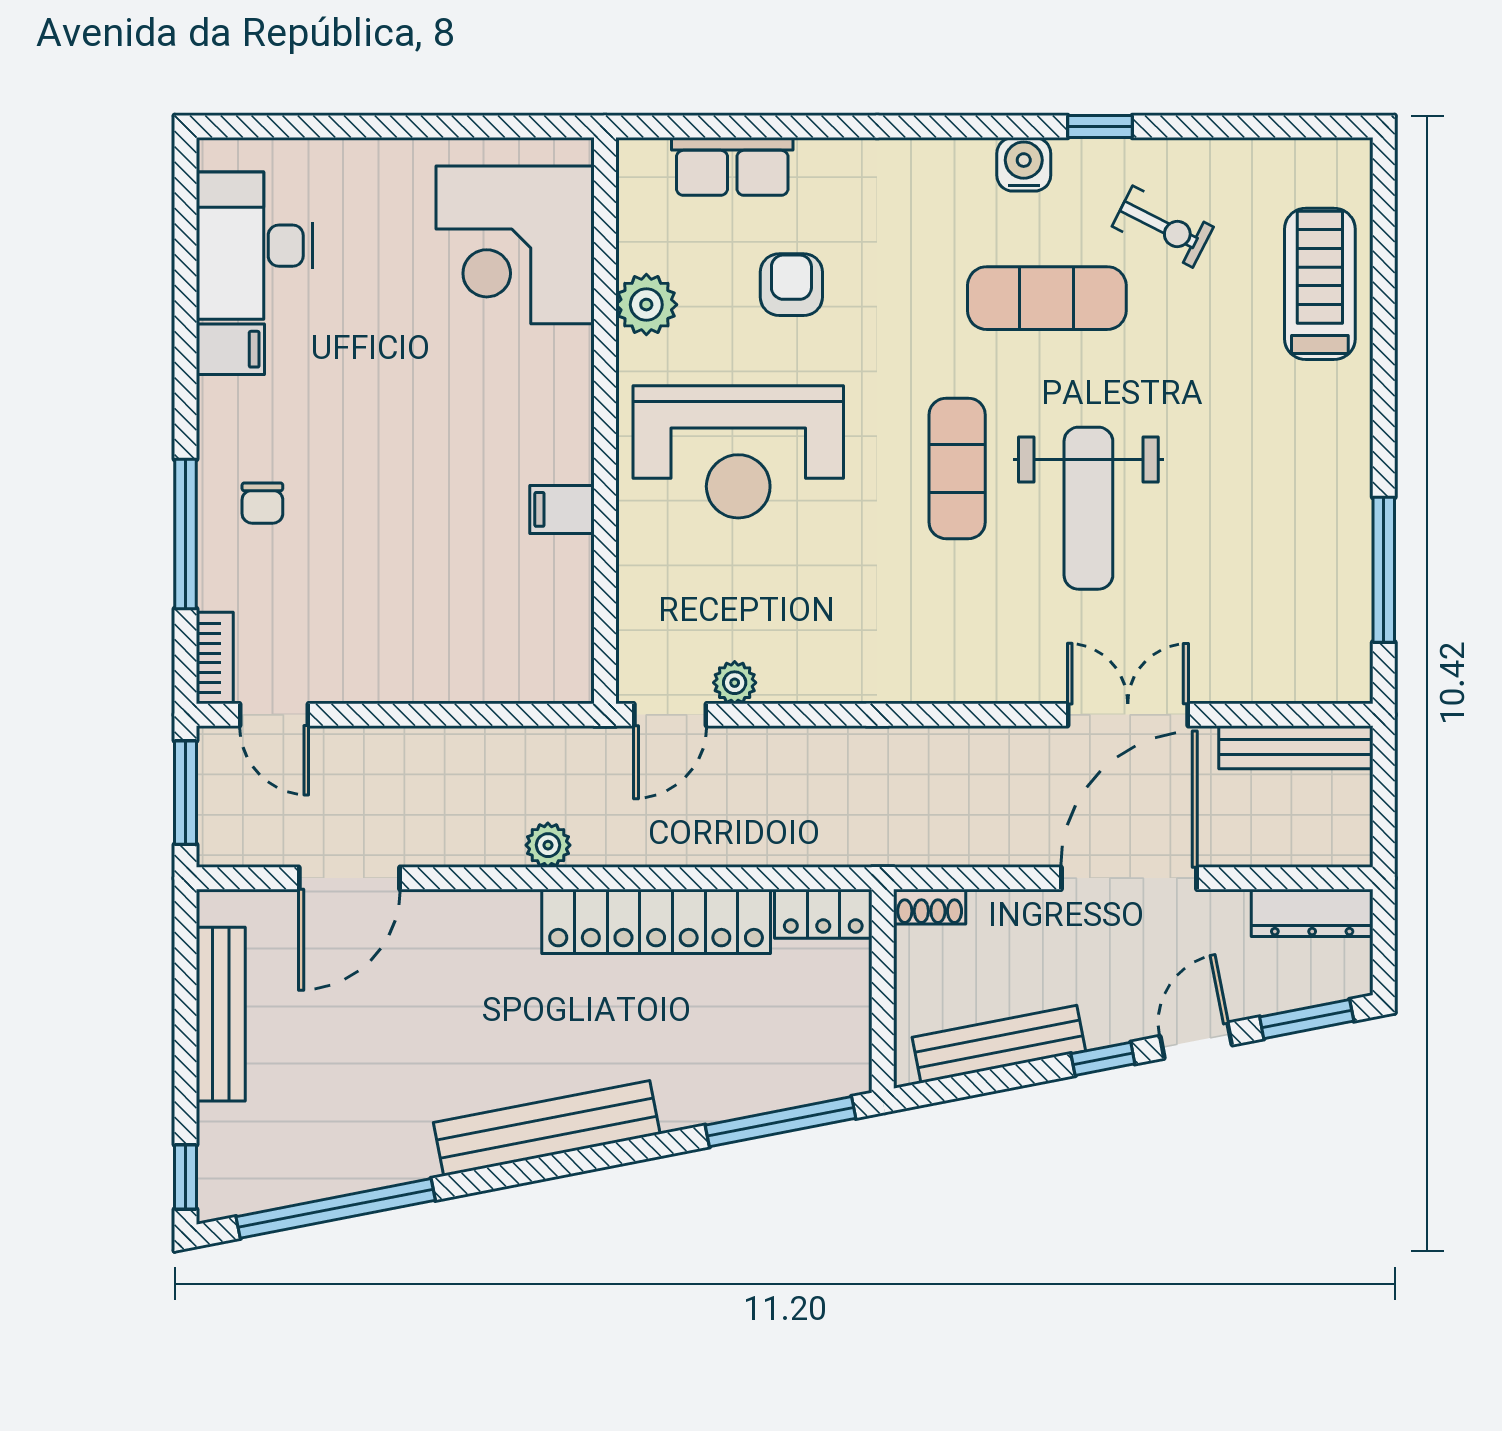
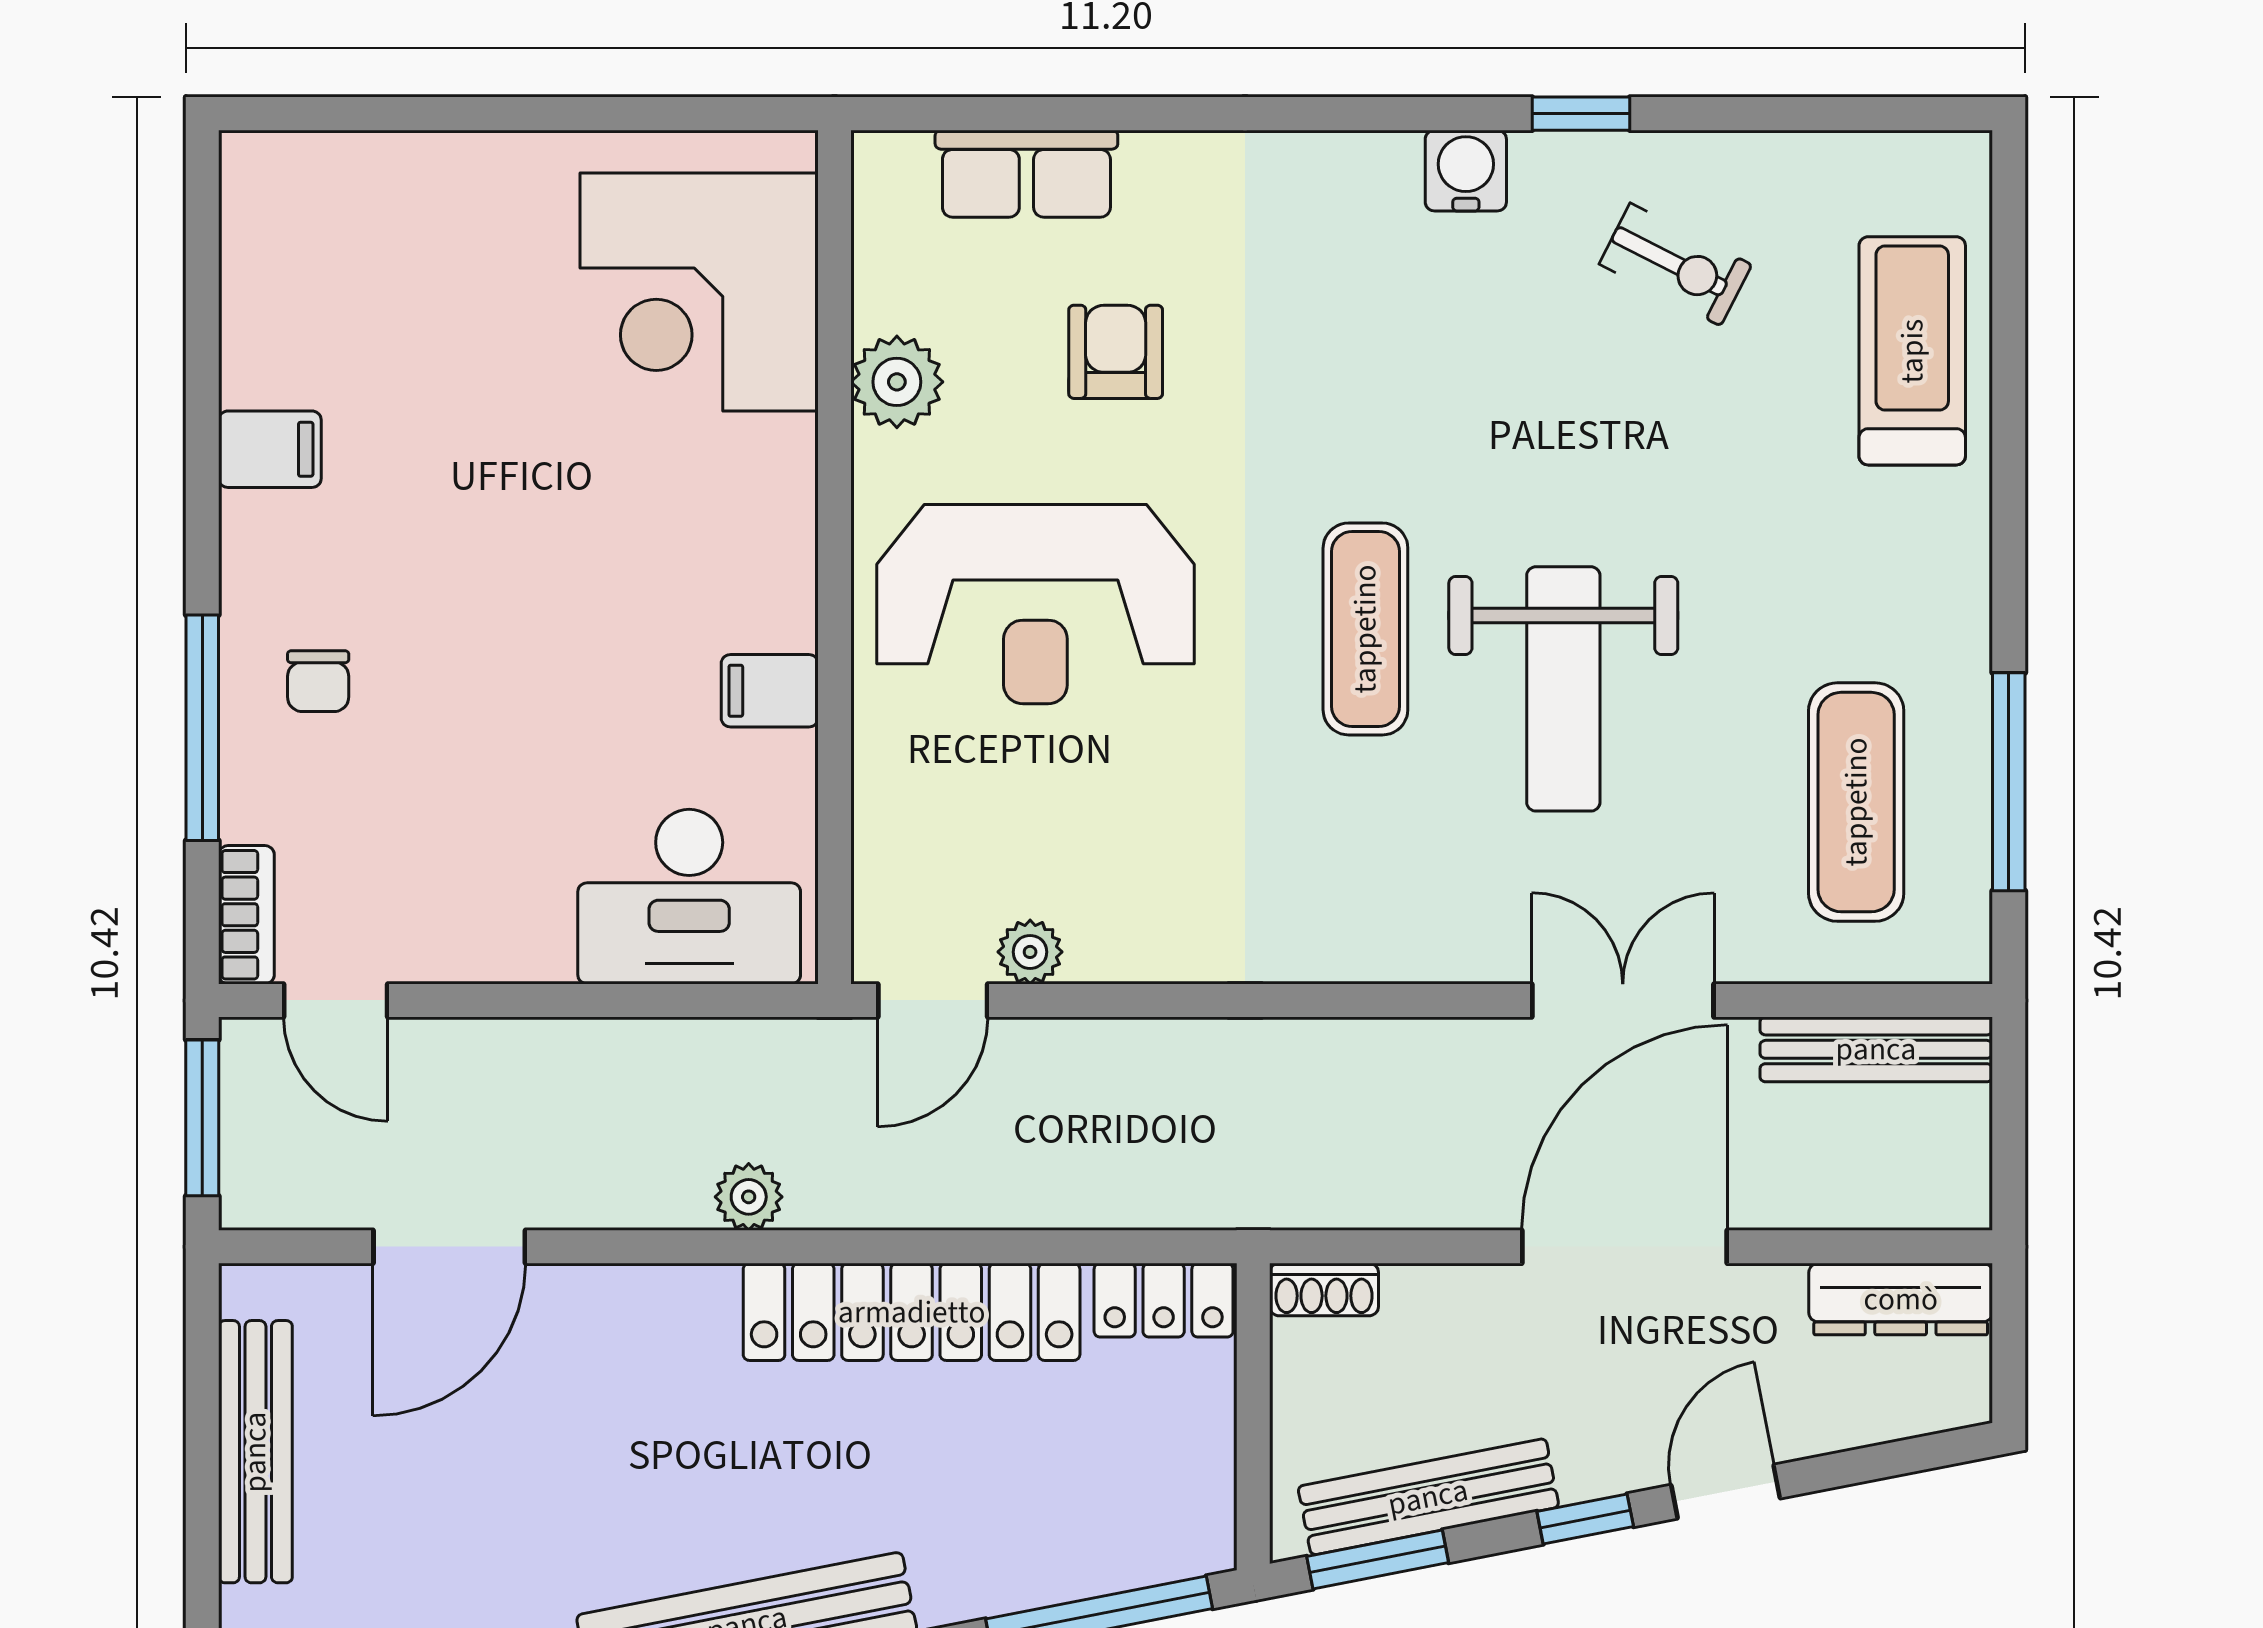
desk: (254, 246) -> (689, 897), moved, turned -90
exercise mat: (1047, 298) -> (1856, 802), moved, turned 90
window: (1307, 1019) -> (1378, 1559), moved

